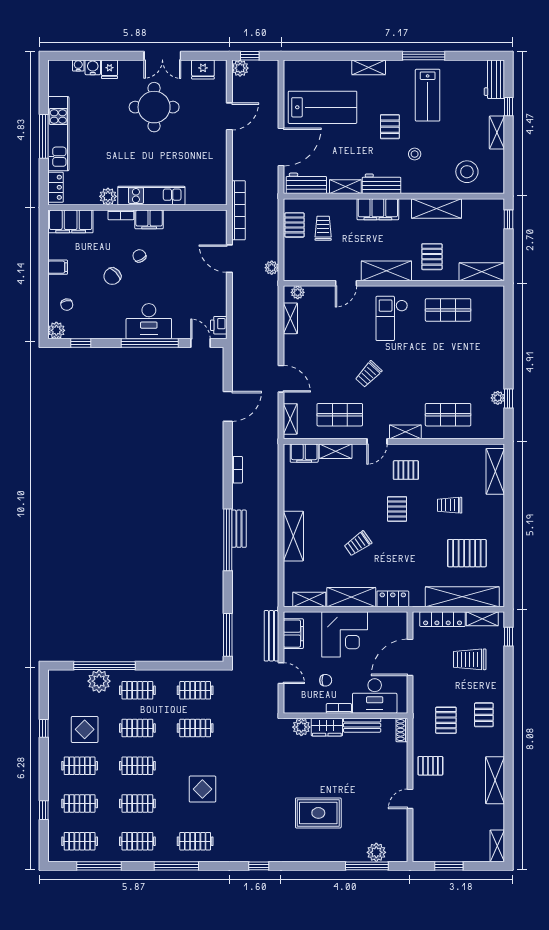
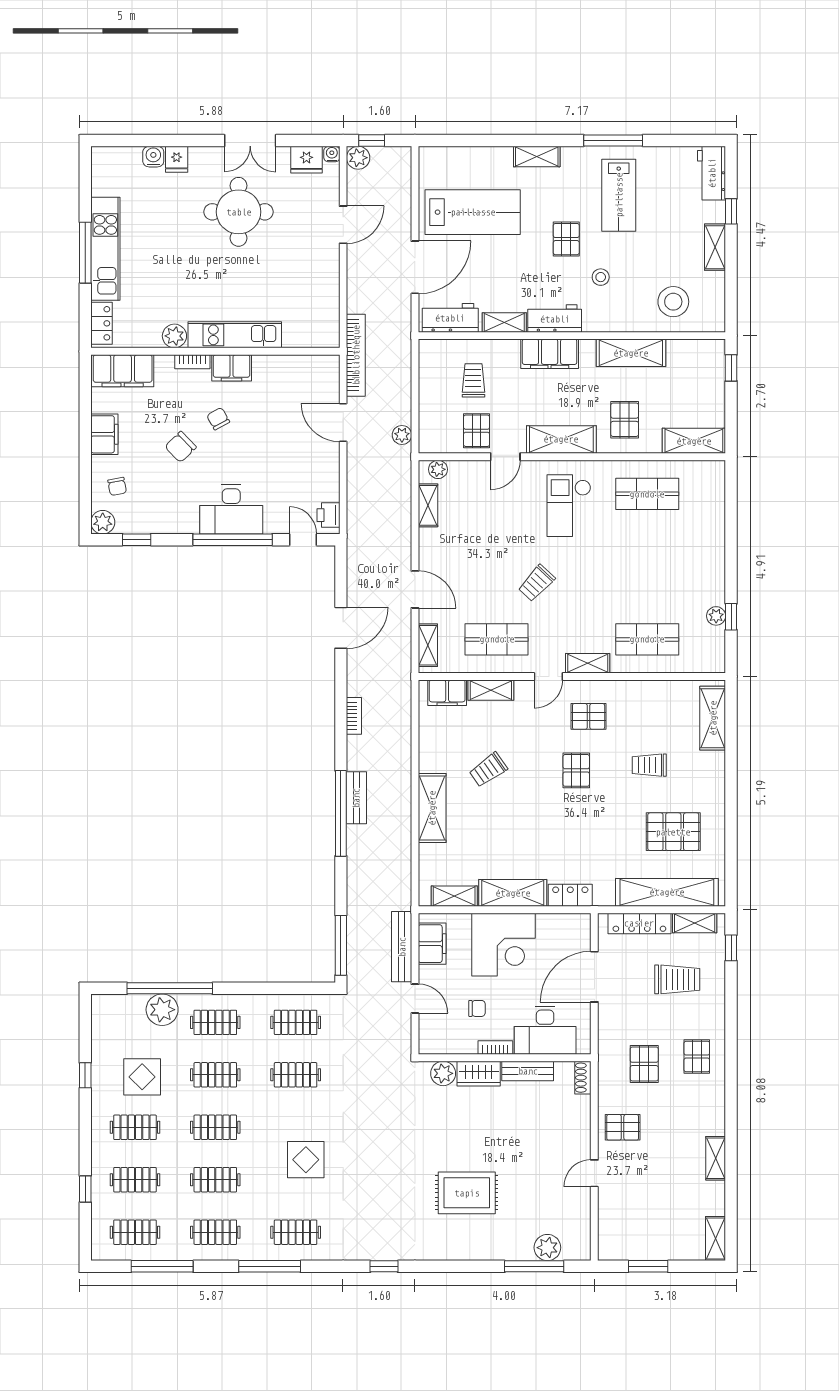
water cooler: (78, 65) -> (332, 154), moved
pallet: (295, 225) -> (477, 431), moved
filing cabinet: (58, 267) -> (104, 434), width x2.00
trolley: (358, 544) -> (488, 770), moved
trolley: (470, 659) -> (677, 979), turned 180
shelving: (495, 780) -> (716, 1158), width x0.67, depth x0.75

